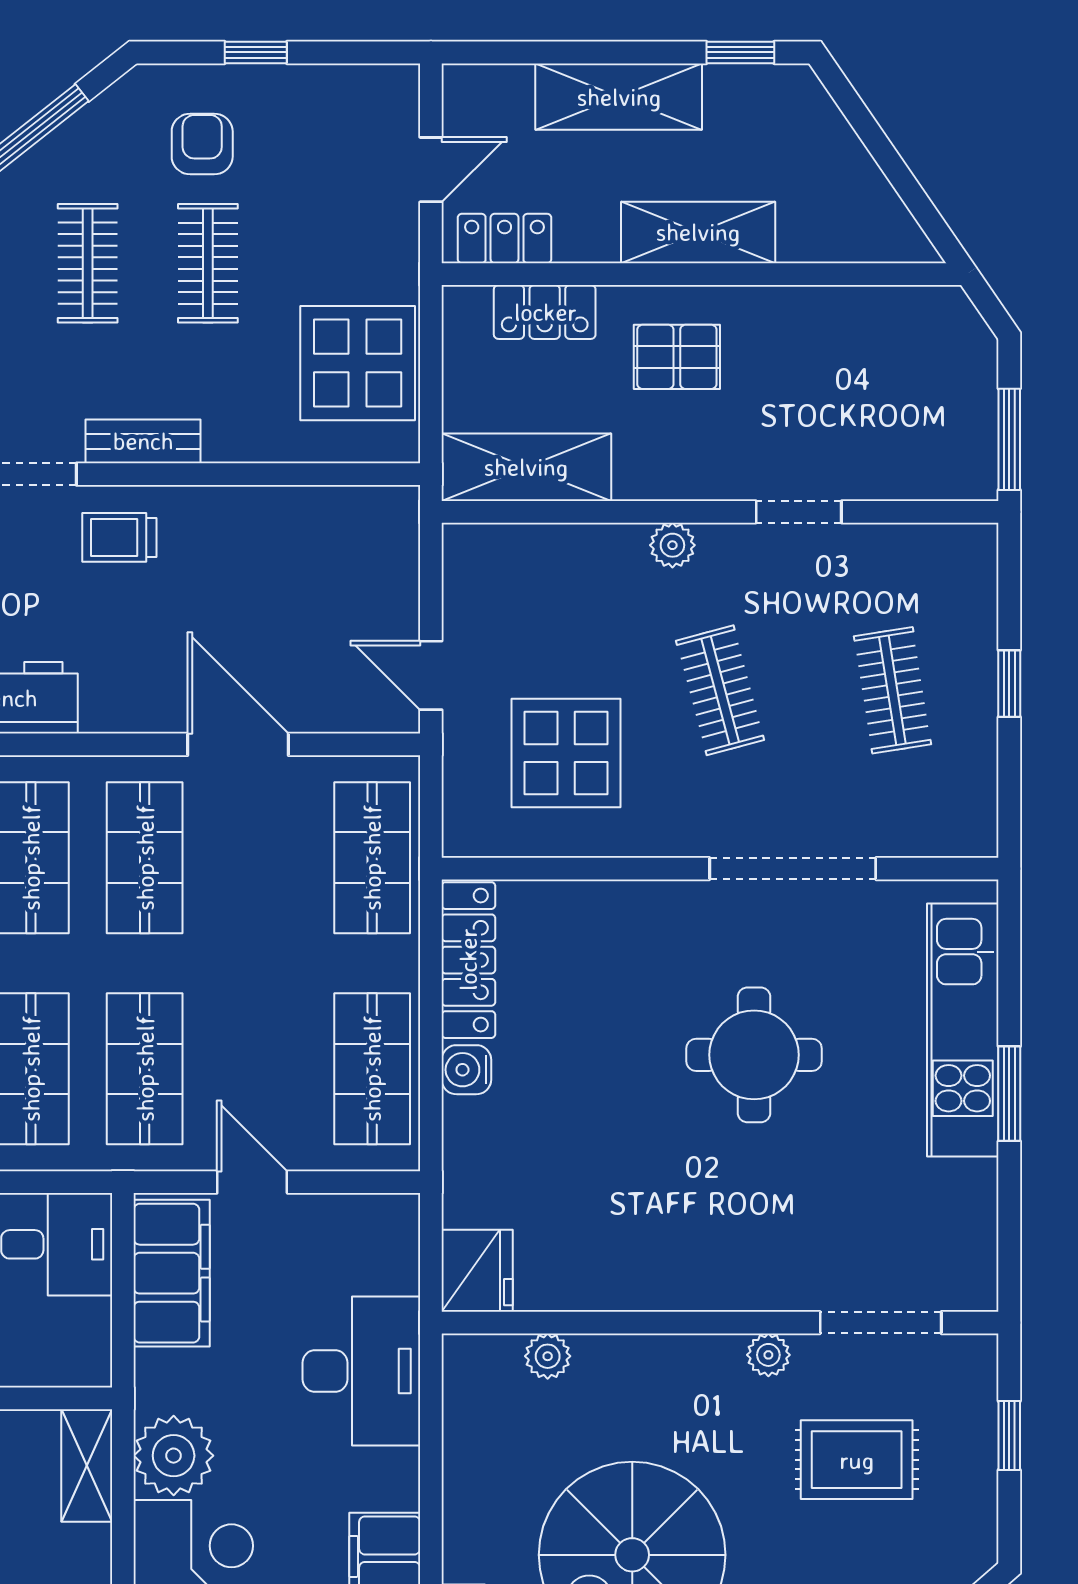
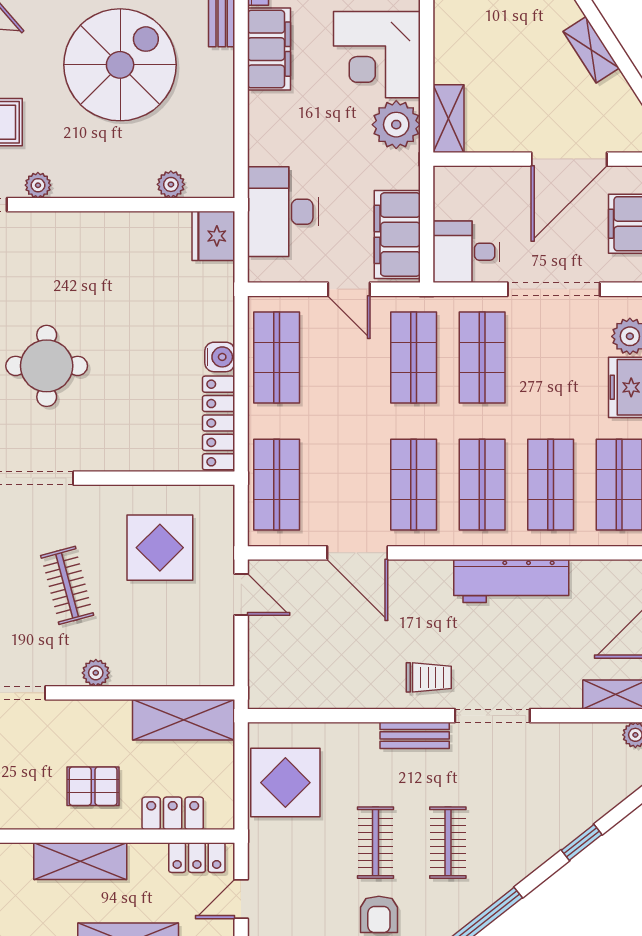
desk: (361, 1371) -> (283, 212), moved

